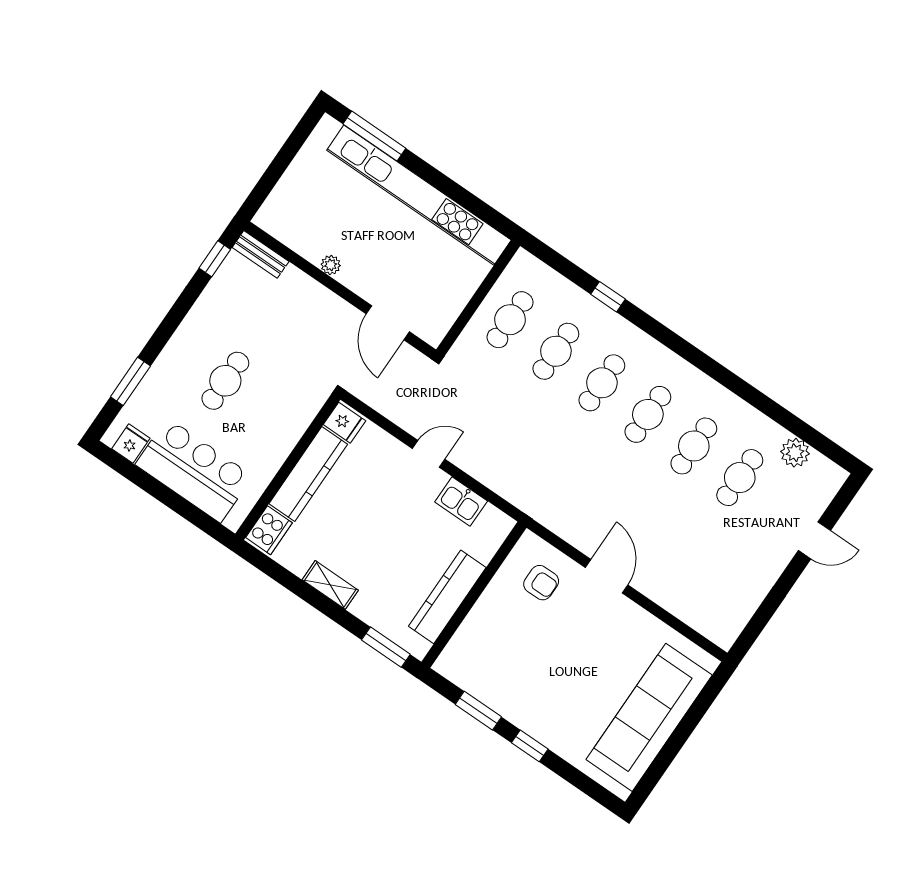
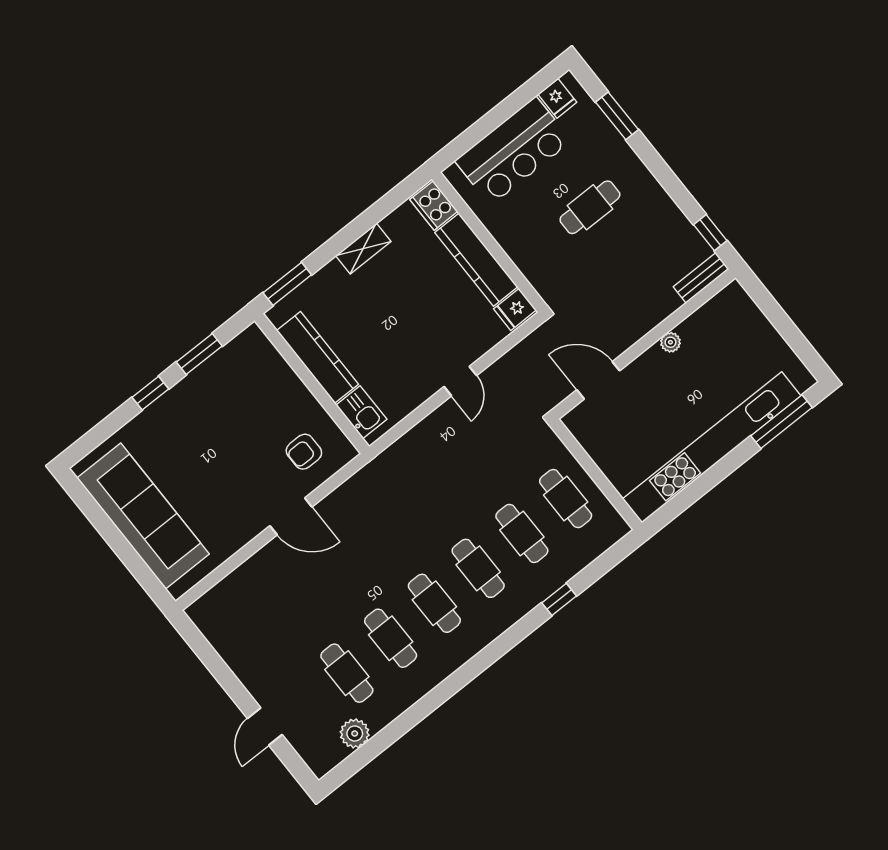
cafe table: (225, 381) -> (590, 207), turned 90
kitchen sink: (461, 502) -> (361, 412), moved, turned 90

